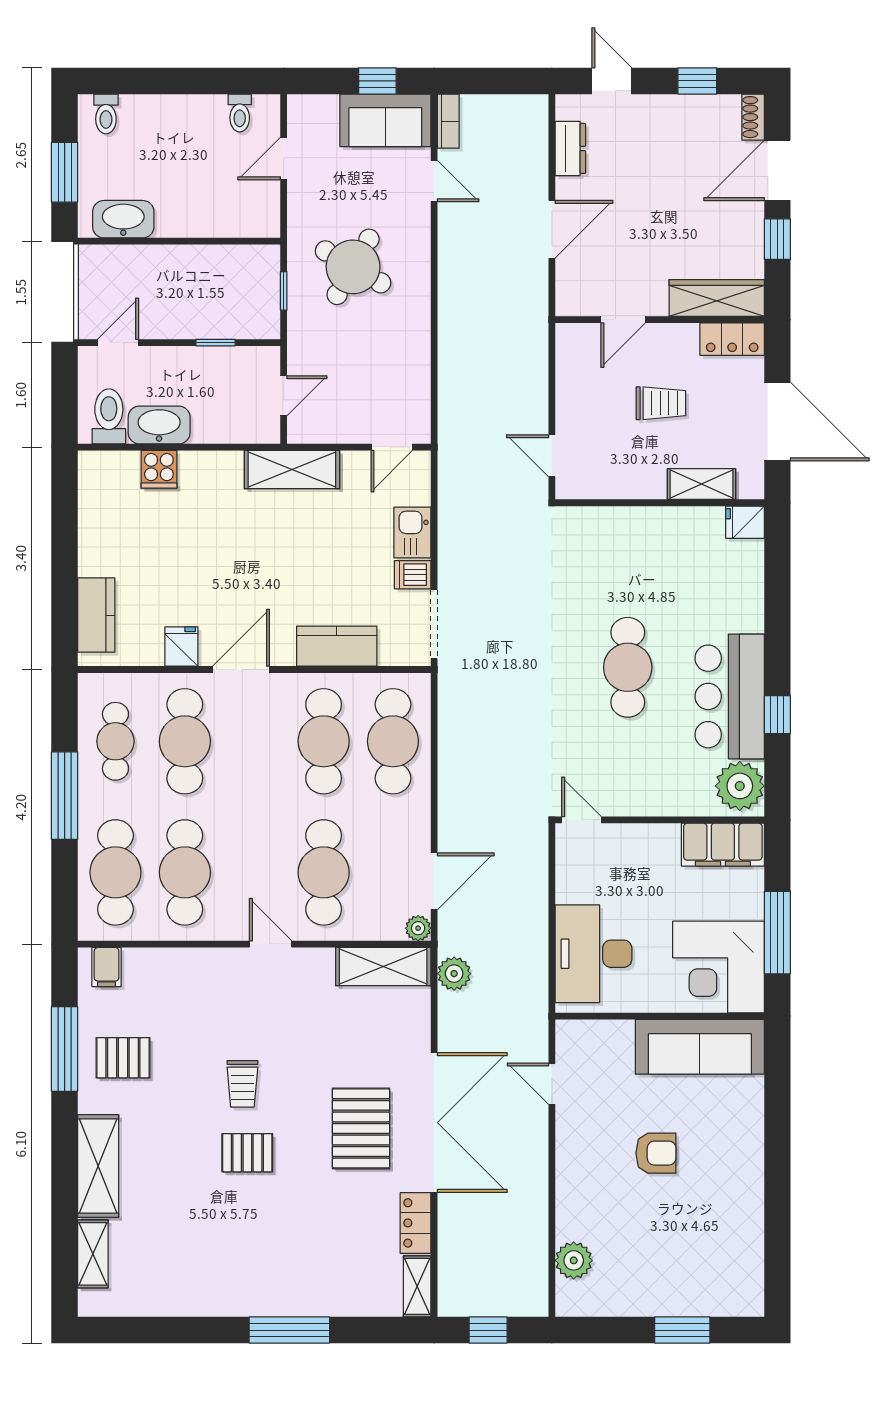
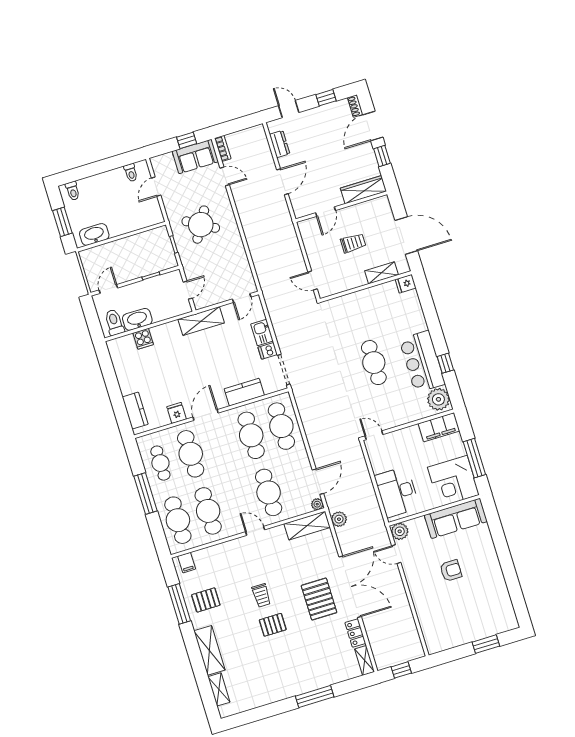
locker: (732, 339) -> (376, 206), removed
plant: (574, 1260) -> (400, 531), moved

